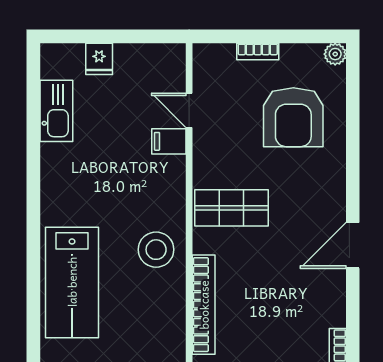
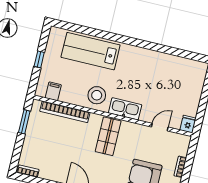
fridge: (99, 59) -> (188, 124), moved, turned 90
kitchen sink: (56, 111) -> (125, 109), moved, turned 180
filing cabinet: (169, 141) -> (53, 91), moved

